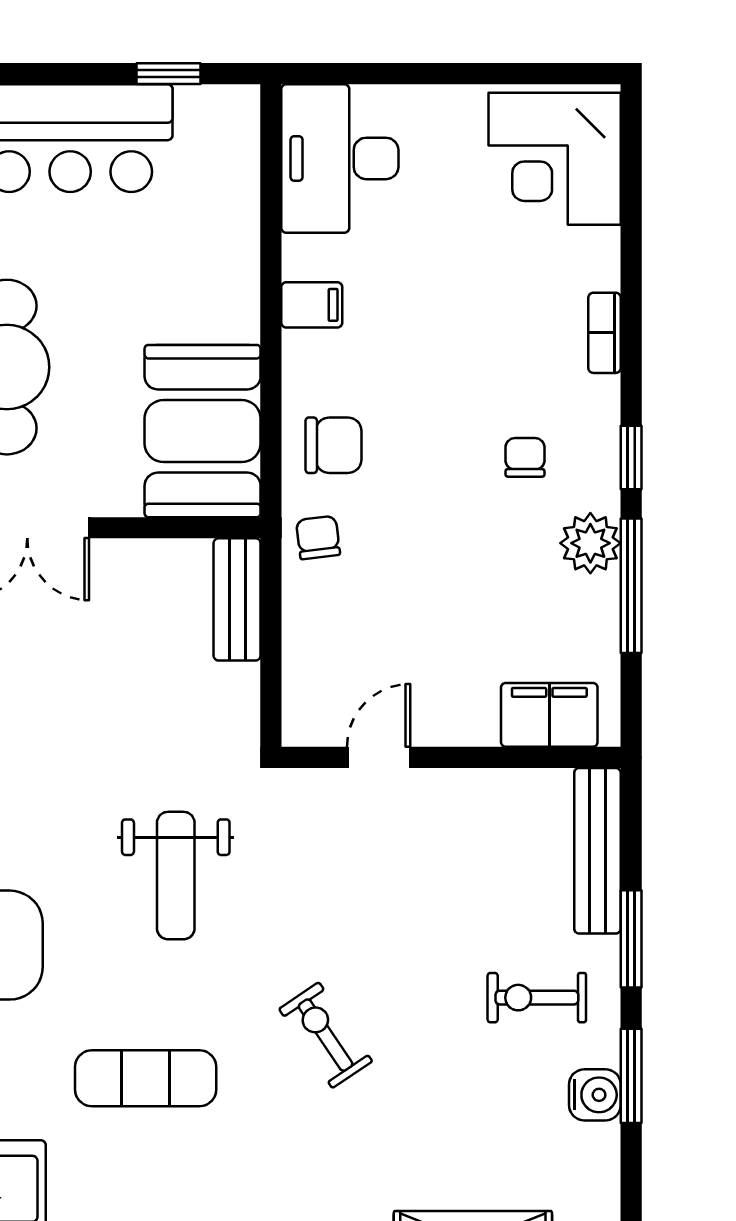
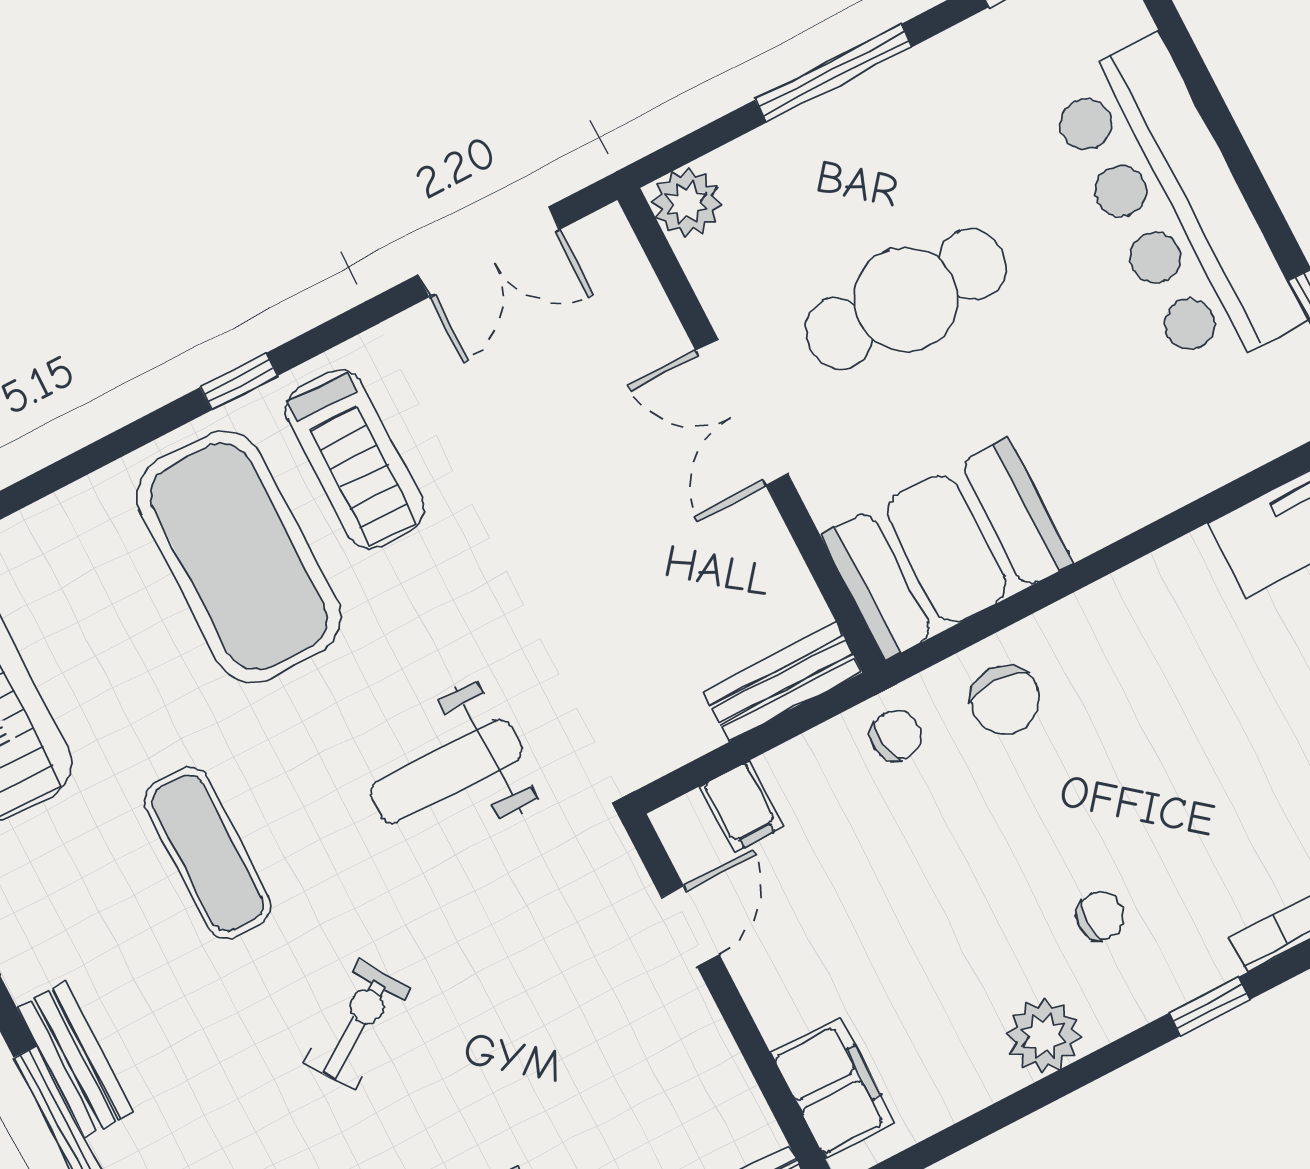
filing cabinet: (312, 305) -> (742, 807), moved
window: (631, 457) -> (1209, 1006), moved
window: (631, 586) -> (1020, 1104), removed
door: (379, 757) -> (690, 926), hinge flipped

